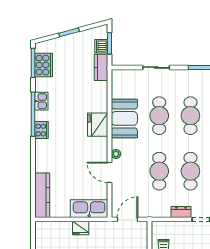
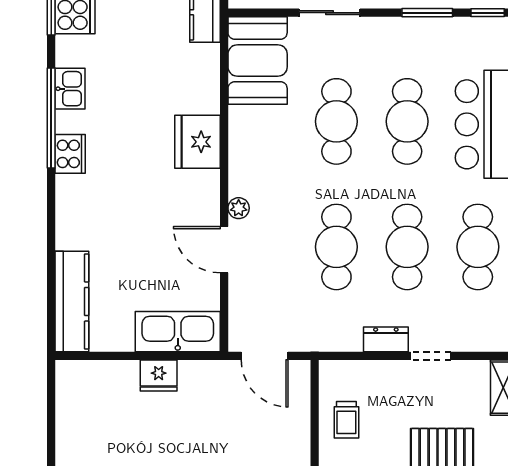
booth: (124, 118) -> (258, 61), moved
door: (127, 219) -> (265, 356), swing flipped

